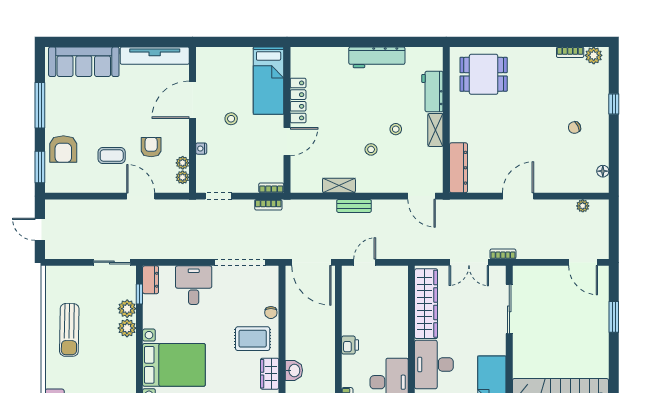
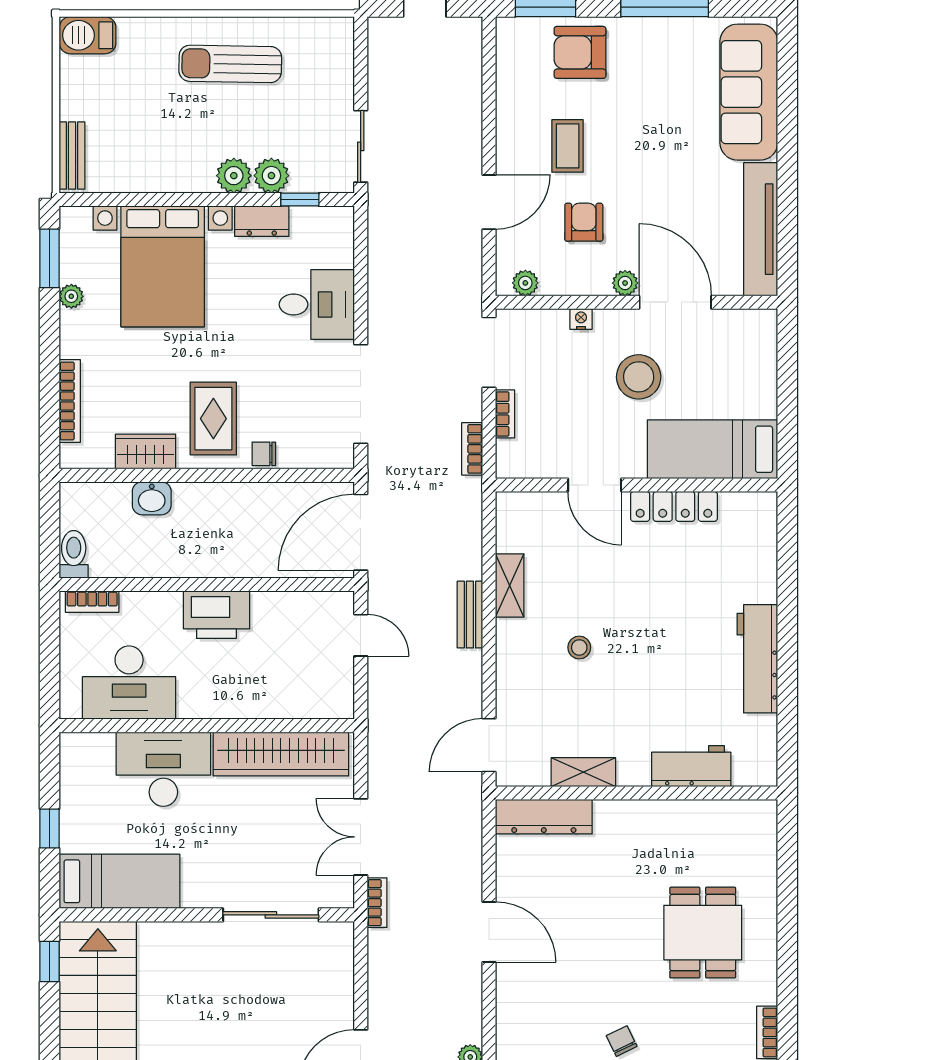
dining table: (484, 74) -> (703, 933), moved
stool: (231, 119) -> (639, 377), width x1.89, depth x1.89
stool: (396, 129) -> (619, 695), removed
shelving: (435, 130) -> (583, 772), moved
armchair: (151, 147) -> (584, 222), turned -90
plant: (183, 163) -> (625, 283), moved
bookcase: (271, 188) -> (505, 414), moved
doorway: (218, 196) -> (489, 352), width x1.38
dresser: (151, 280) -> (262, 221), moved
printer: (350, 345) -> (216, 615), width x1.87, depth x1.48

